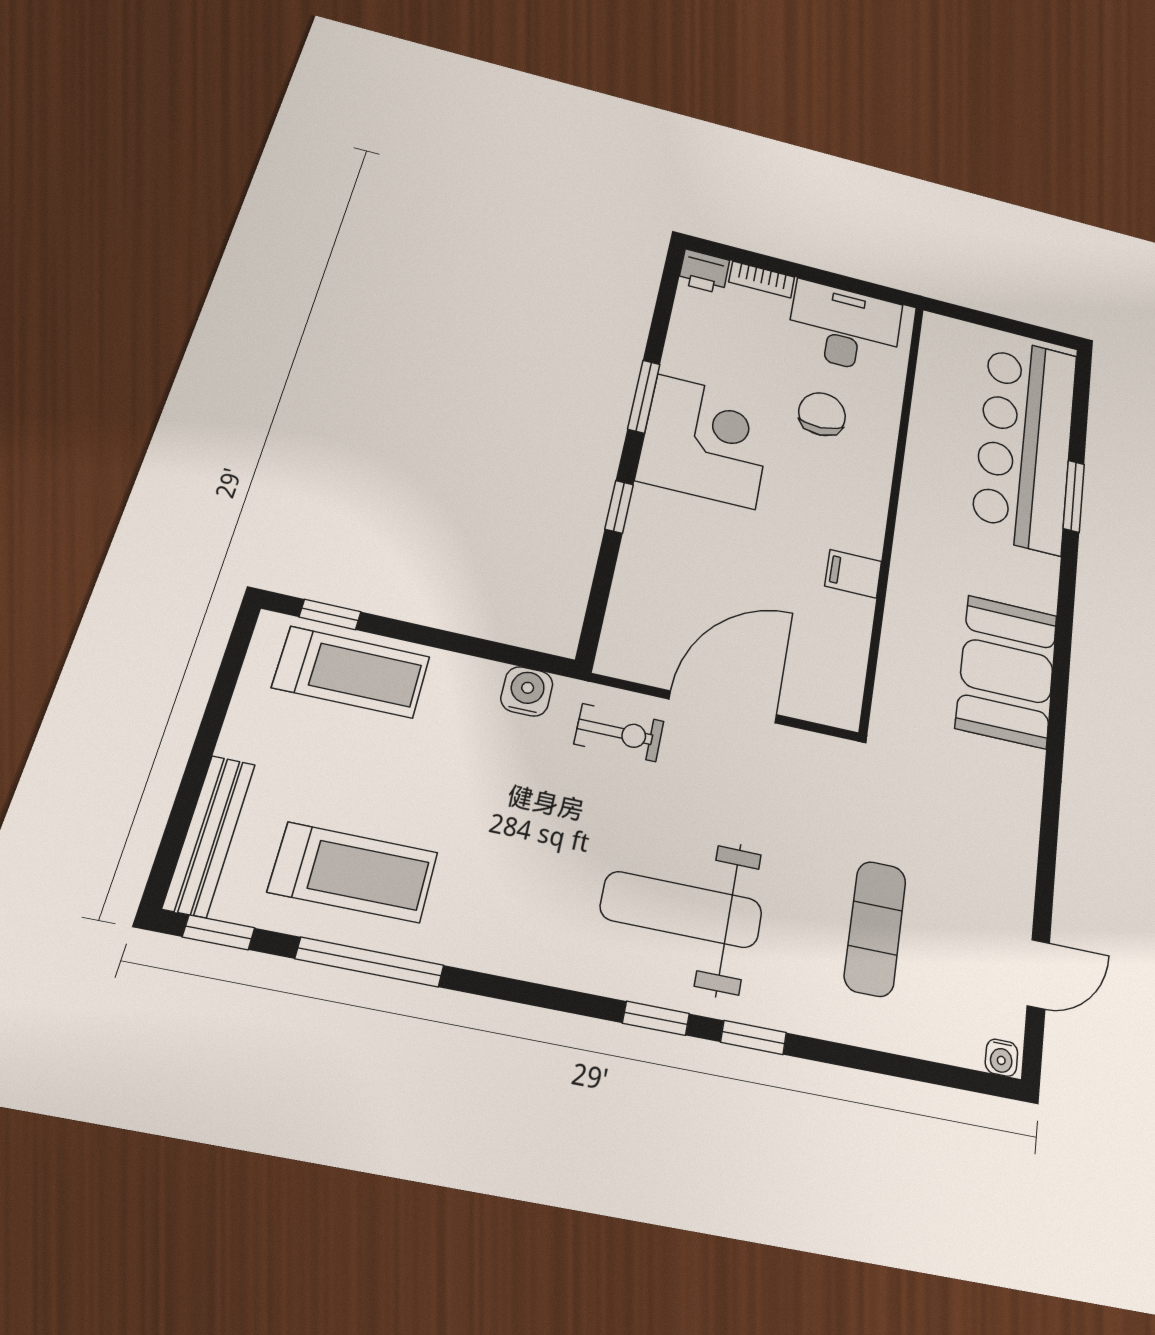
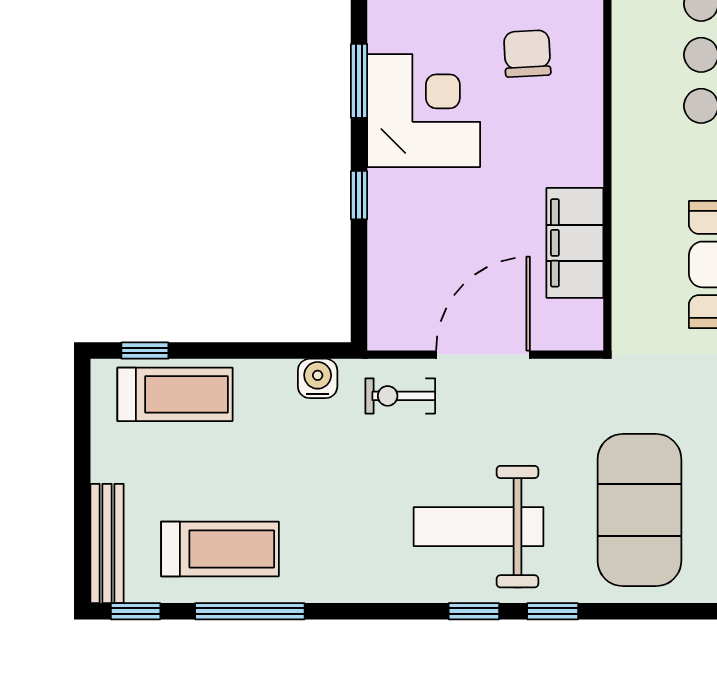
filing cabinet: (853, 574) -> (575, 243), width x3.00, depth x1.17
exercise bike: (619, 733) -> (400, 396), turned 180
exercise mat: (875, 928) -> (639, 510), width x2.00, depth x1.45

